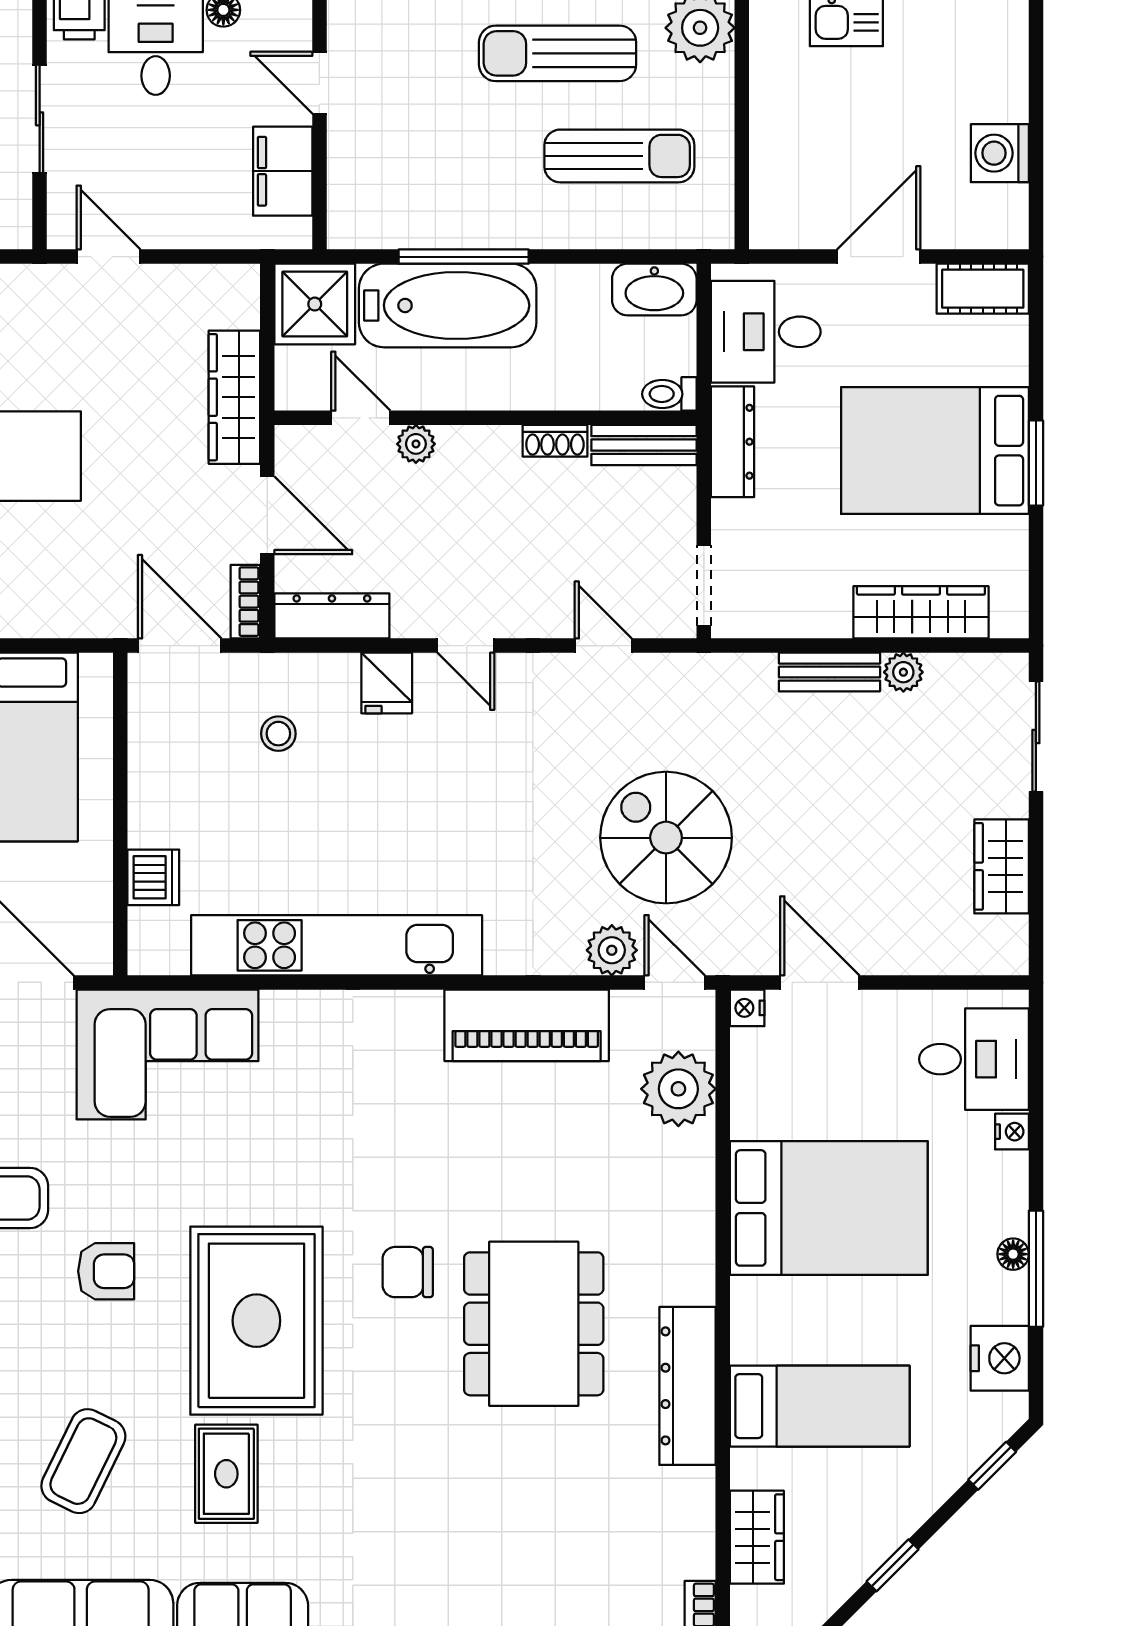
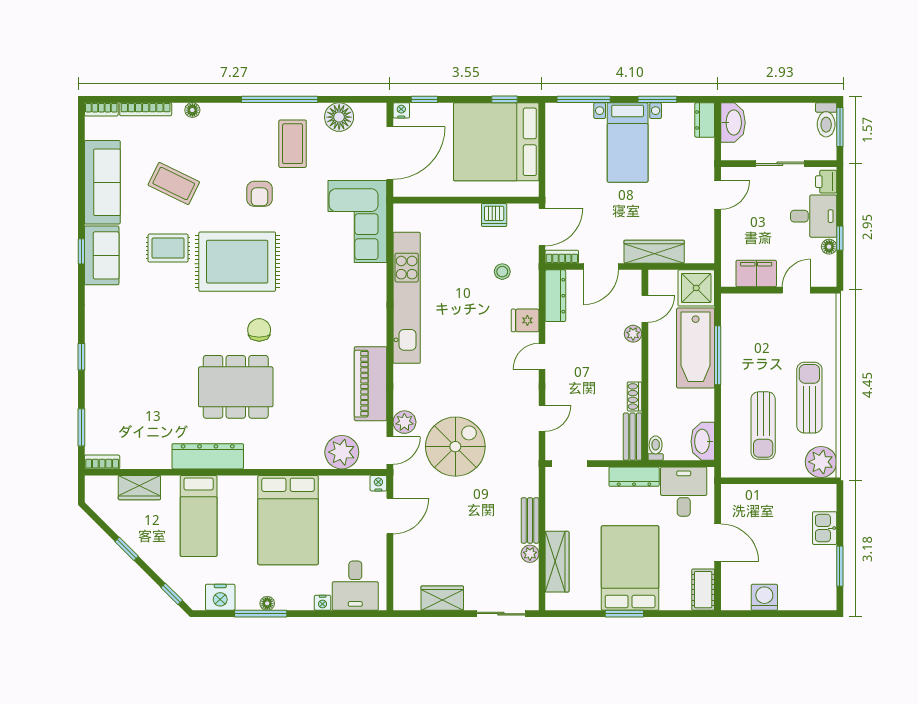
dishwasher: (153, 877) -> (494, 215), moved

